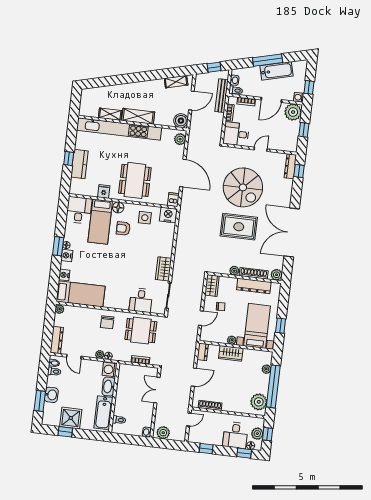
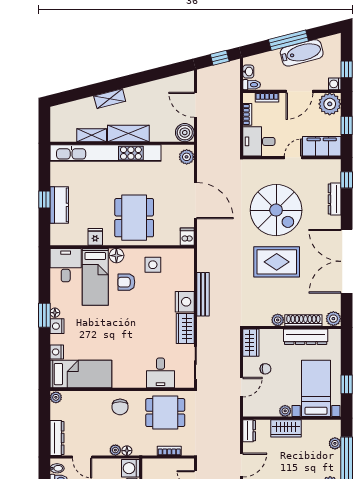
shelving: (176, 82) -> (110, 99), moved
bench: (222, 96) -> (203, 294), moved
door: (191, 101) -> (195, 105), swing flipped
filing cabinet: (283, 143) -> (322, 146), added
dresser: (290, 166) -> (335, 199), moved
nightstand: (168, 215) -> (185, 302), moved, turned 90

